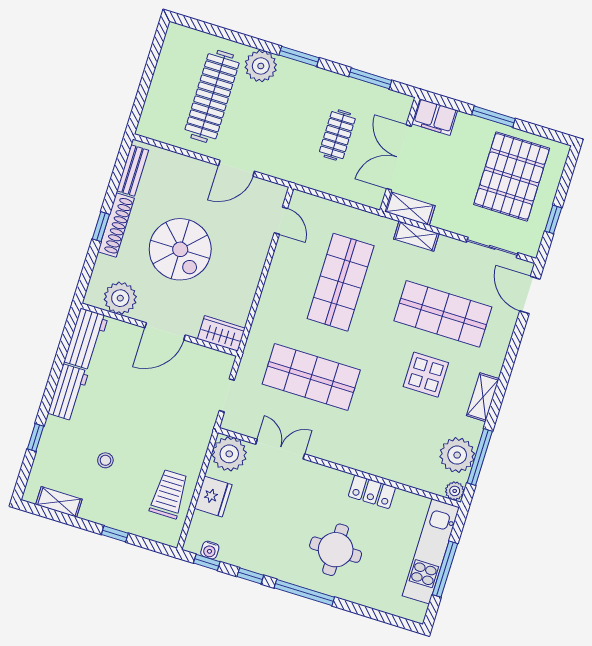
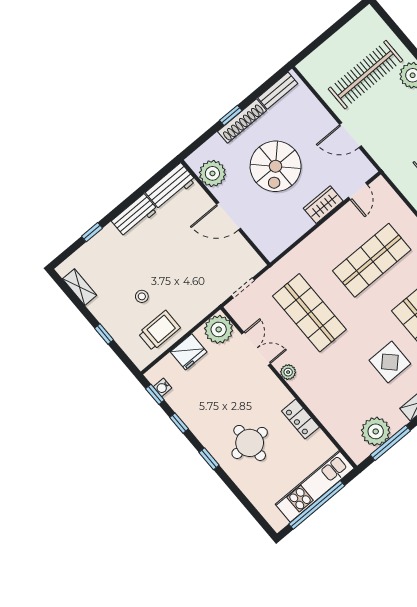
wardrobe: (221, 334) -> (323, 205), moved, turned -90
stool: (105, 460) -> (142, 296), moved
plant: (455, 491) -> (288, 372), moved
window: (445, 569) -> (317, 505), width x1.46
window: (304, 593) -> (209, 459), width x0.46

